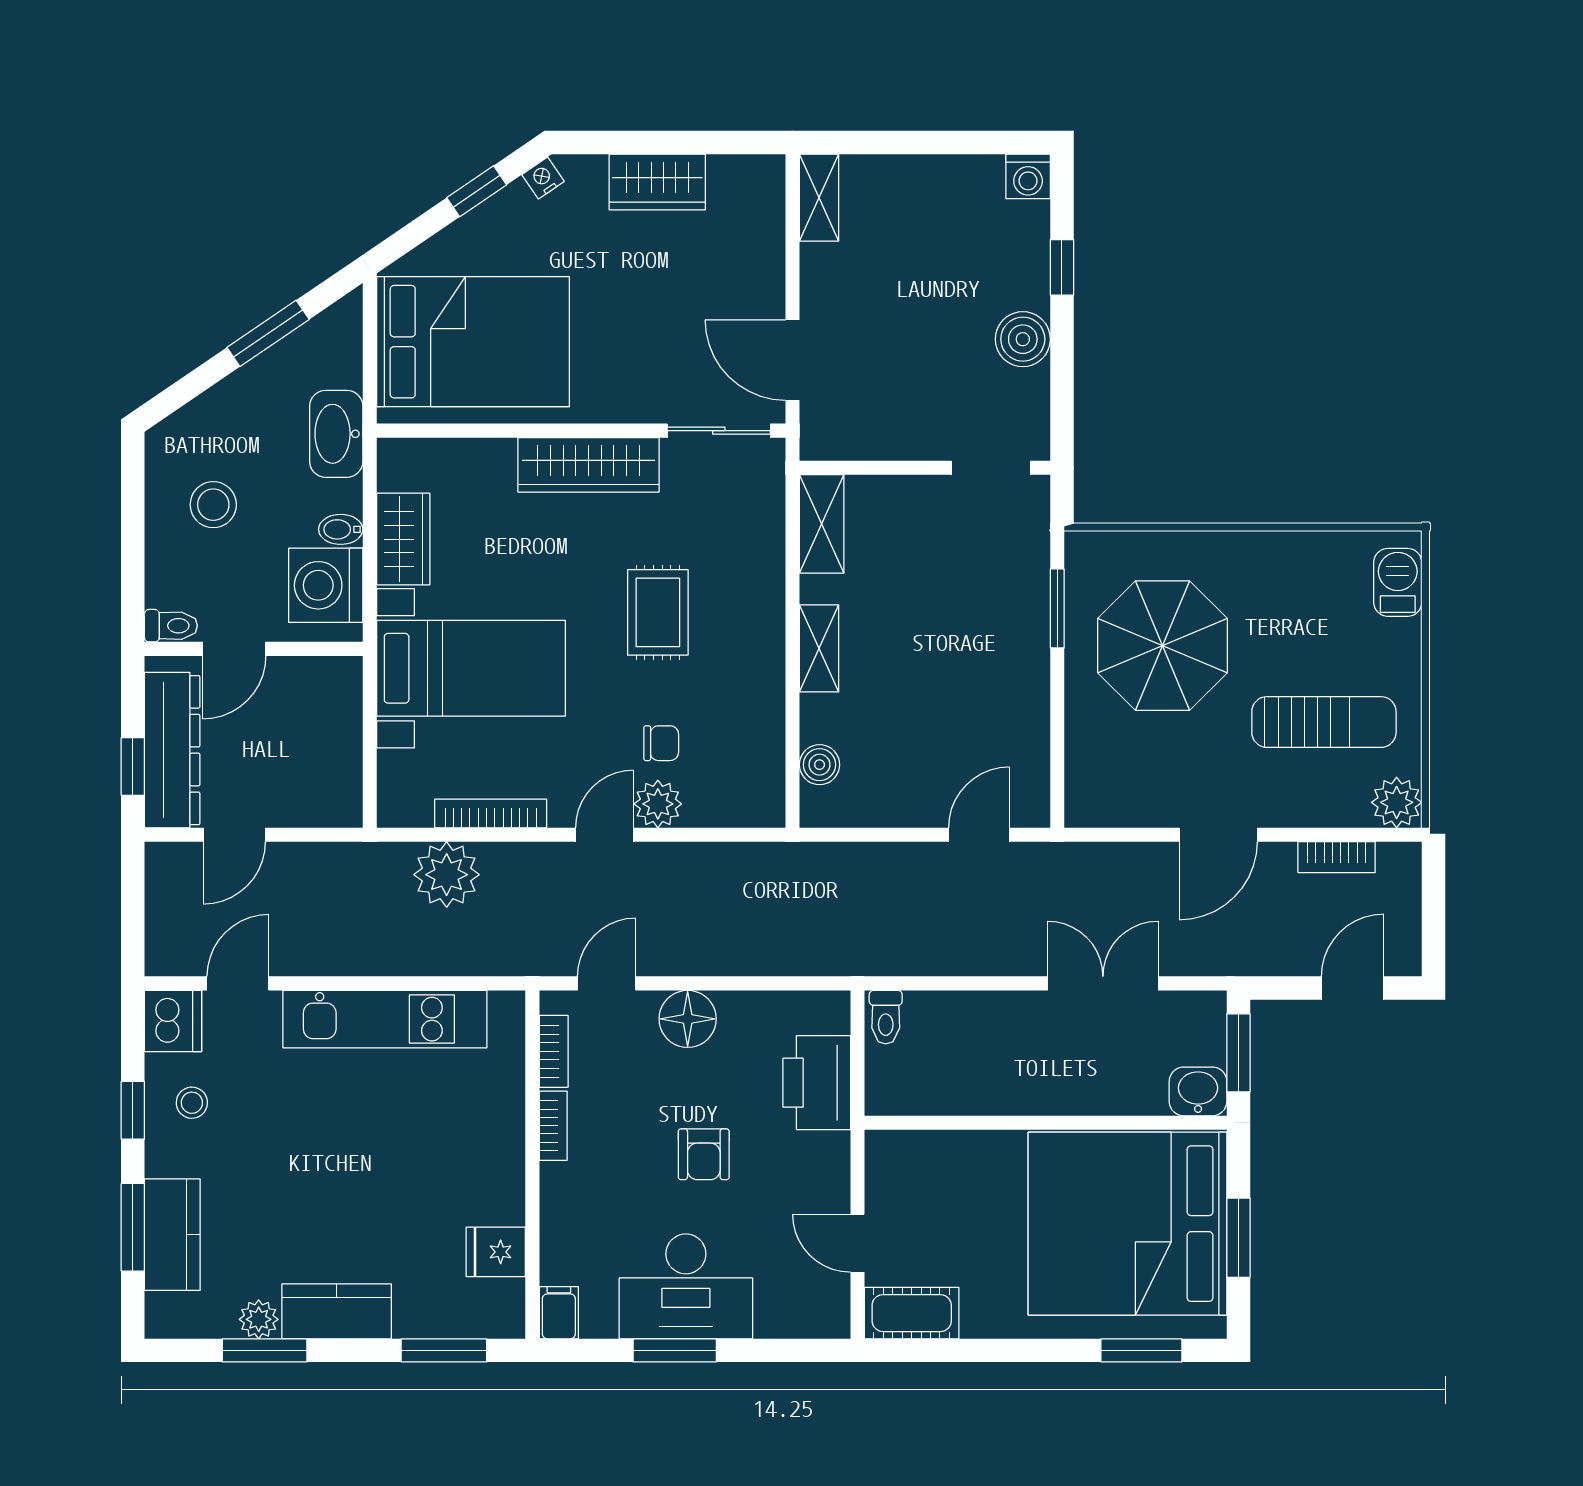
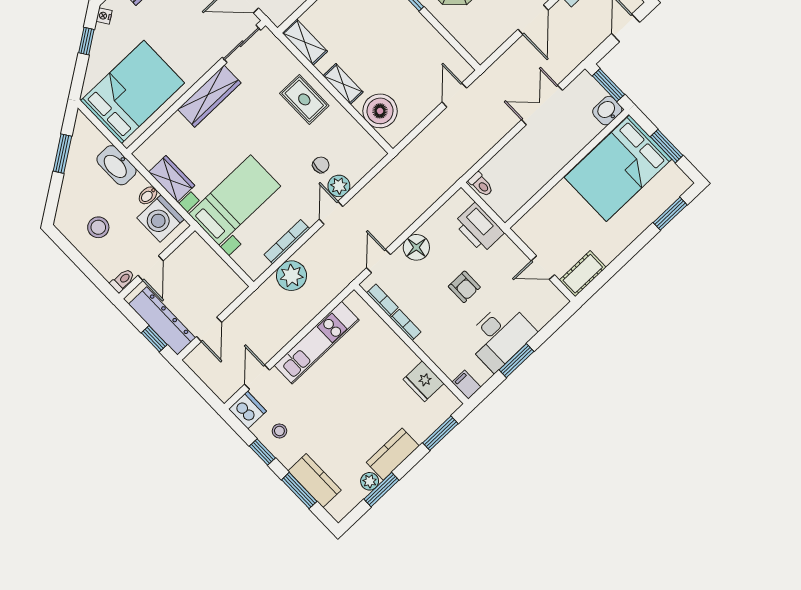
rug: (658, 612) -> (304, 99), moved
boiler: (820, 765) -> (380, 111), width x1.86, depth x1.86
bed: (1127, 1224) -> (618, 168), width x0.73
fridge: (496, 1252) -> (423, 381), width x1.38

